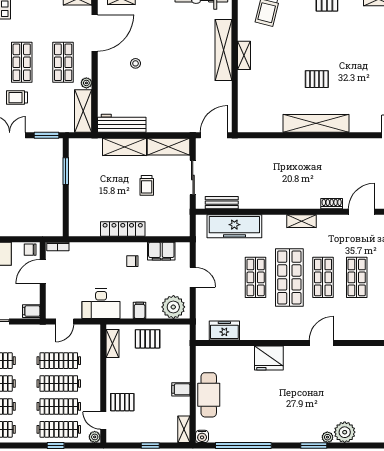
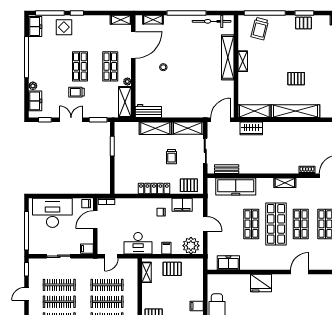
workbench: (122, 123) -> (148, 111), width x0.73
shelving: (260, 123) -> (254, 111), added
wardrobe: (256, 147) -> (251, 128), added
pallet: (171, 225) -> (189, 185), added

